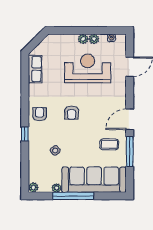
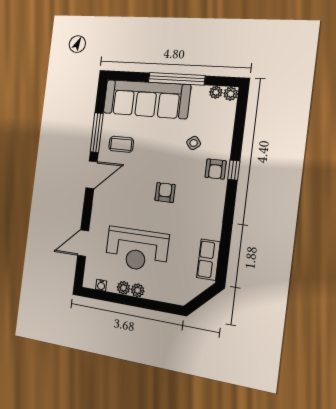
armchair: (40, 114) -> (216, 169), moved
plant: (56, 188) -> (216, 92), moved

